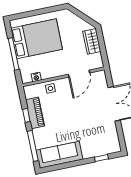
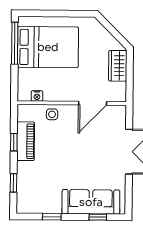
window: (14, 54) -> (15, 43), moved
window: (33, 146) -> (13, 183), width x0.46
sofa: (59, 155) -> (91, 202), moved
window: (67, 165) -> (52, 217), added

